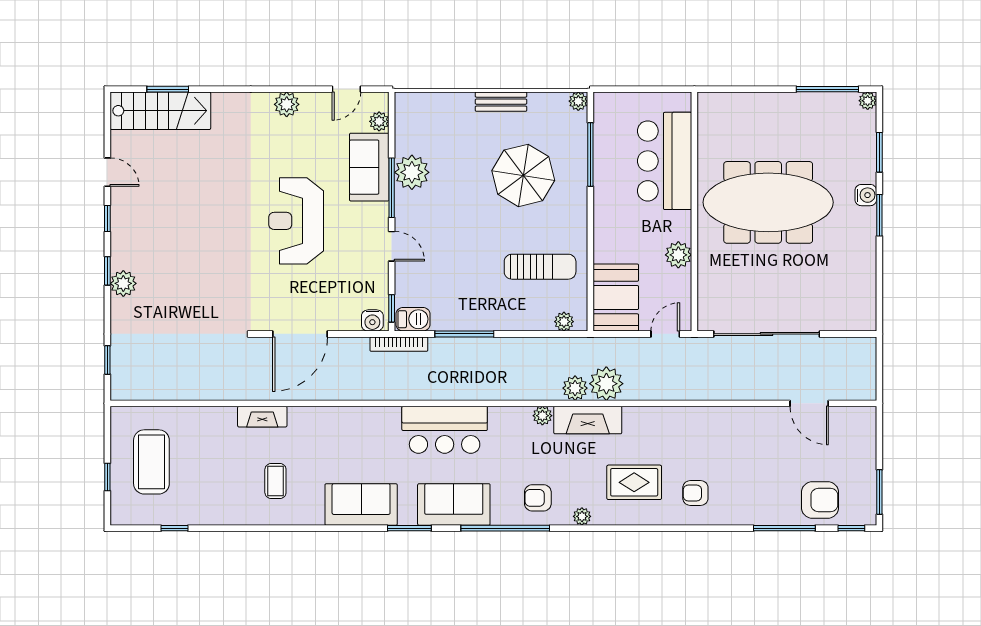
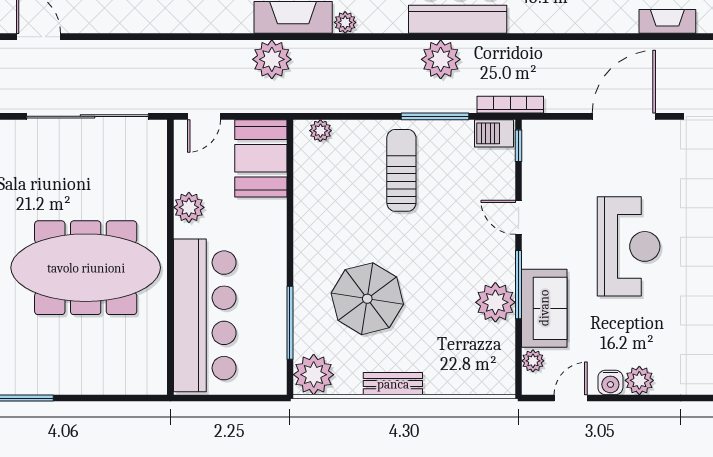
plant: (578, 101) -> (314, 375), width x1.87, depth x1.87
bar counter: (665, 161) -> (205, 315), width x1.36
sun lounger: (540, 267) -> (401, 170), moved, turned 90
water cooler: (372, 320) -> (610, 382), moved, turned 180
plant: (575, 388) -> (441, 59), moved, width x1.36, depth x1.36

